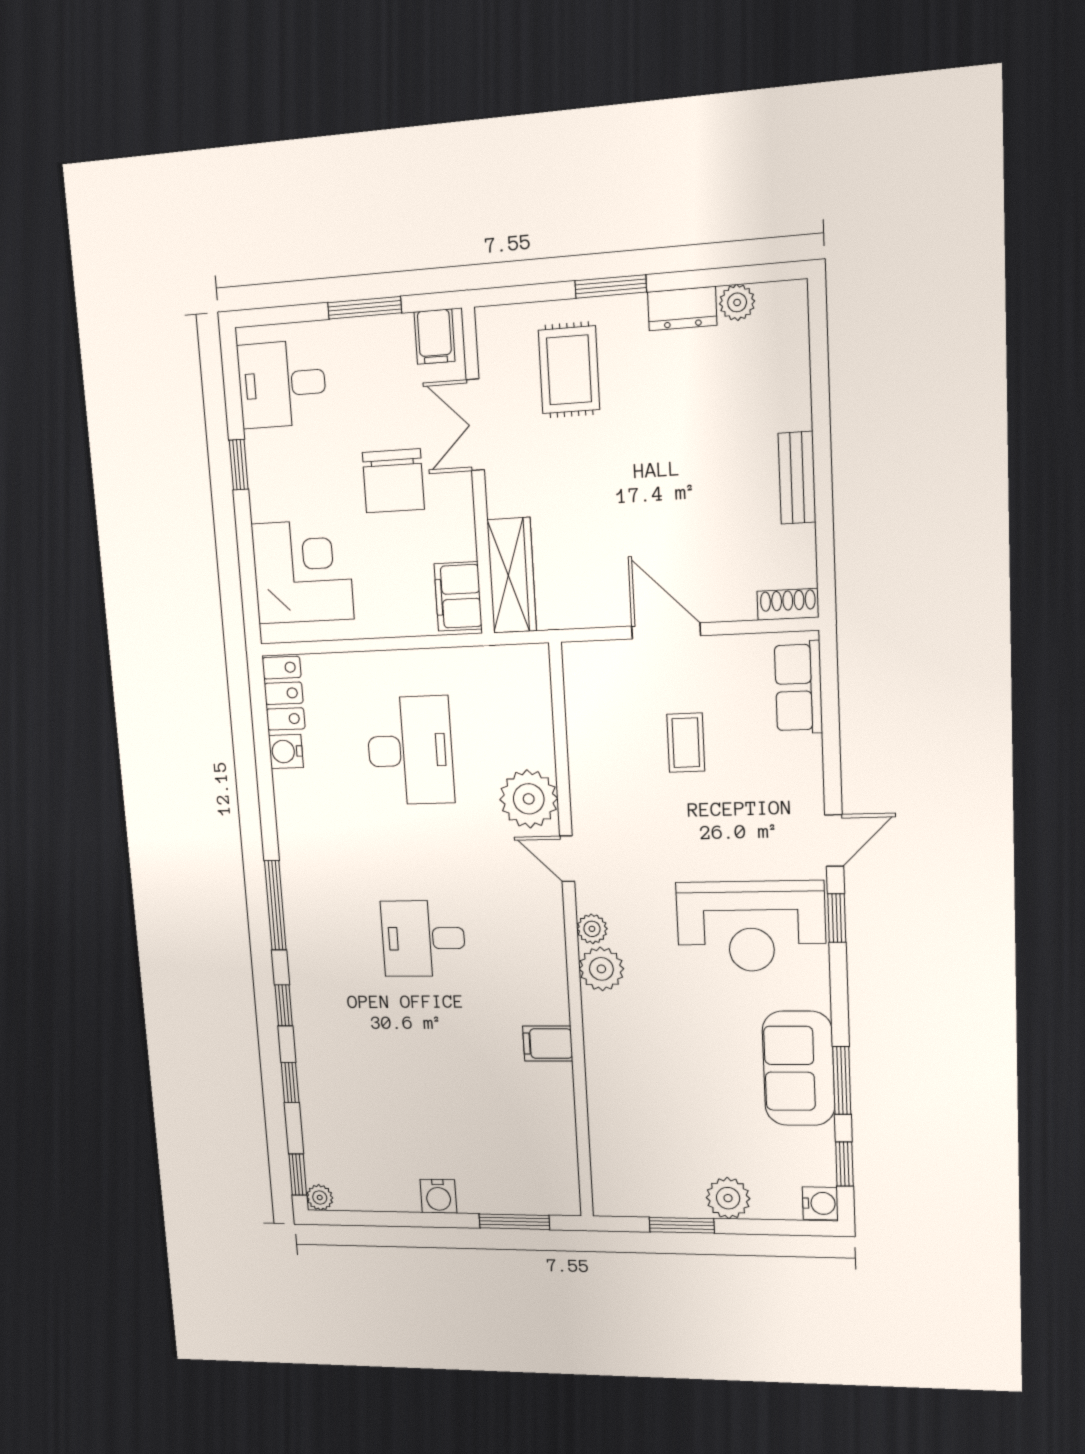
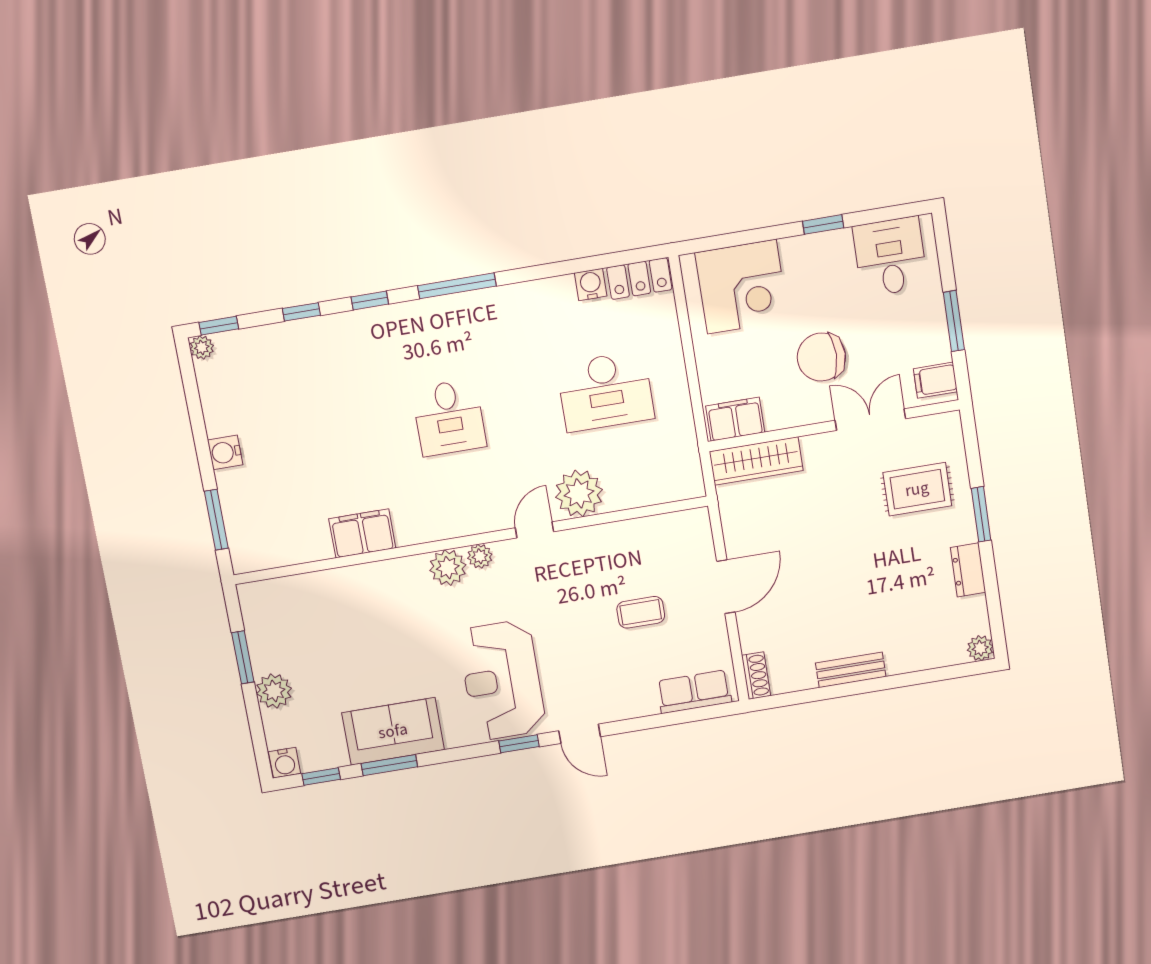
plant: (737, 302) -> (980, 648), moved
desk: (423, 938) -> (449, 417), turned 180
filing cabinet: (548, 1044) -> (362, 533), width x2.00

